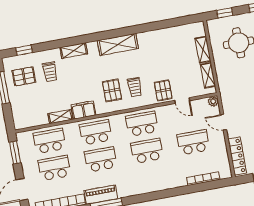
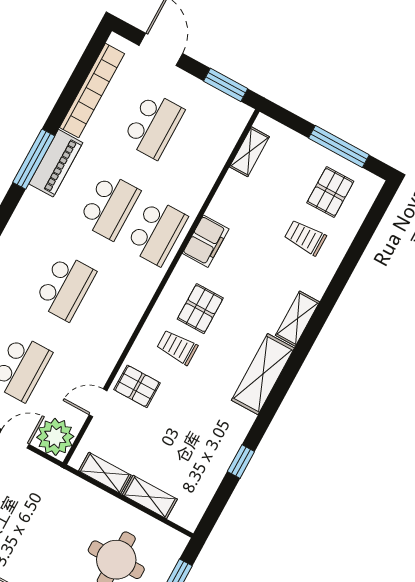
window: (24, 50) -> (241, 462), moved
shelving: (74, 51) -> (298, 319), moved
pallet: (112, 90) -> (200, 309), turned 90
plant: (213, 101) -> (55, 437), width x1.87, depth x1.87
shelving: (60, 117) -> (249, 152), moved
school desk: (142, 124) -> (113, 313), removed
school desk: (49, 141) -> (201, 151), removed

